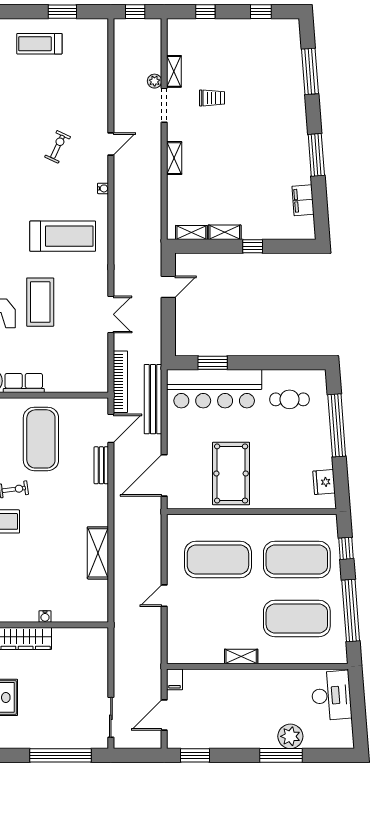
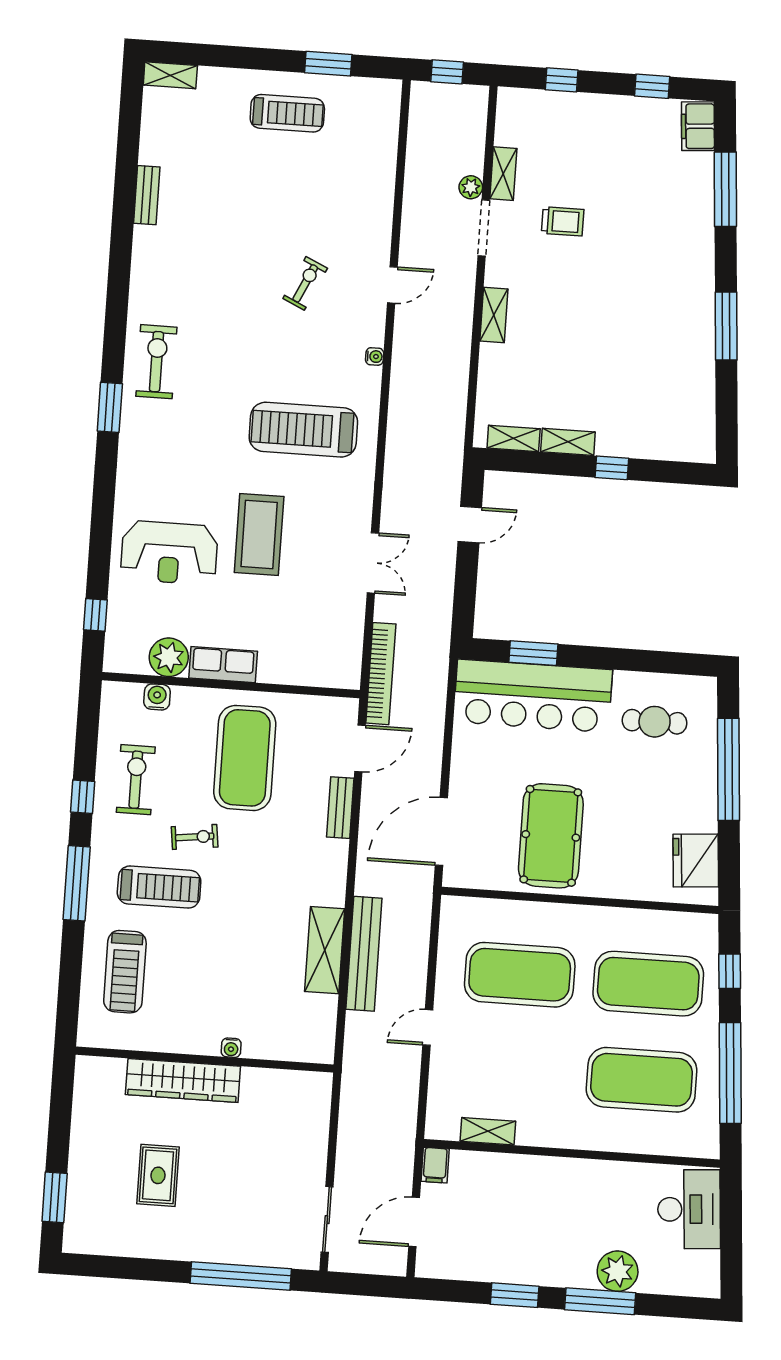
treadmill: (39, 44) -> (287, 113), turned 180
filing cabinet: (303, 200) -> (698, 126), moved
treadmill: (63, 236) -> (303, 430), turned 180
bench: (153, 399) -> (364, 954), moved
fridge: (324, 482) -> (696, 860), width x1.36, depth x1.34
shelving: (241, 656) -> (488, 1131), moved
window: (195, 755) -> (515, 1295), moved

